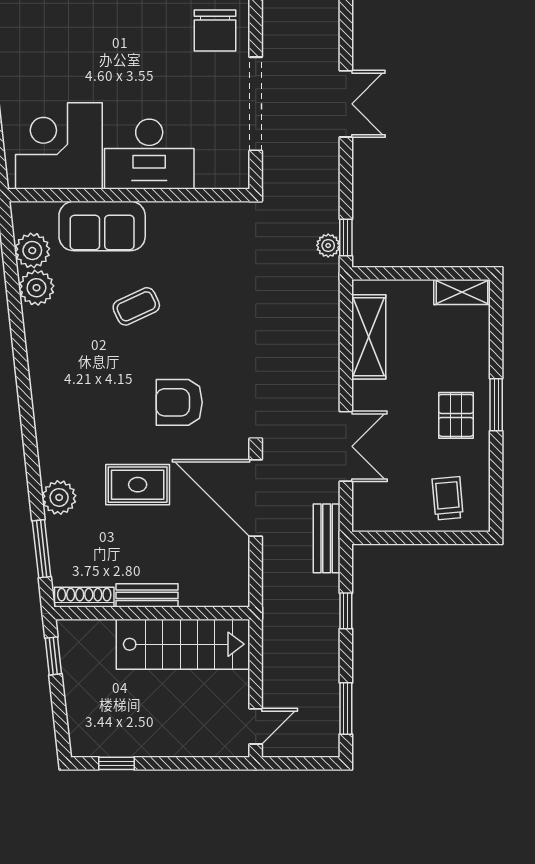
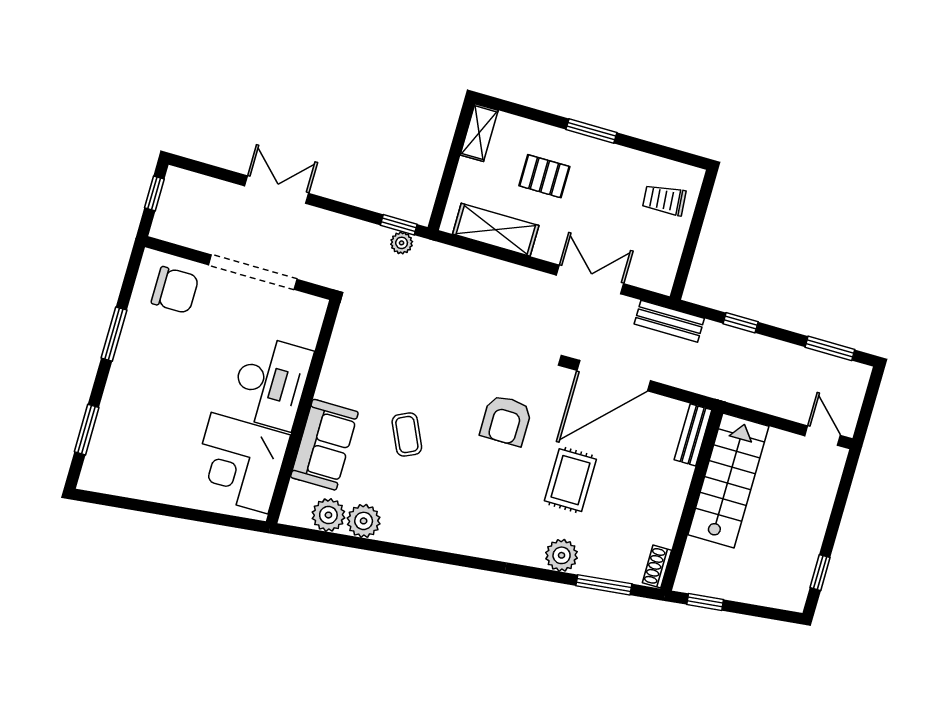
pallet: (456, 415) -> (544, 176), moved
bench: (147, 595) -> (693, 435), moved
shoe rack: (84, 597) -> (657, 567), width x0.70

